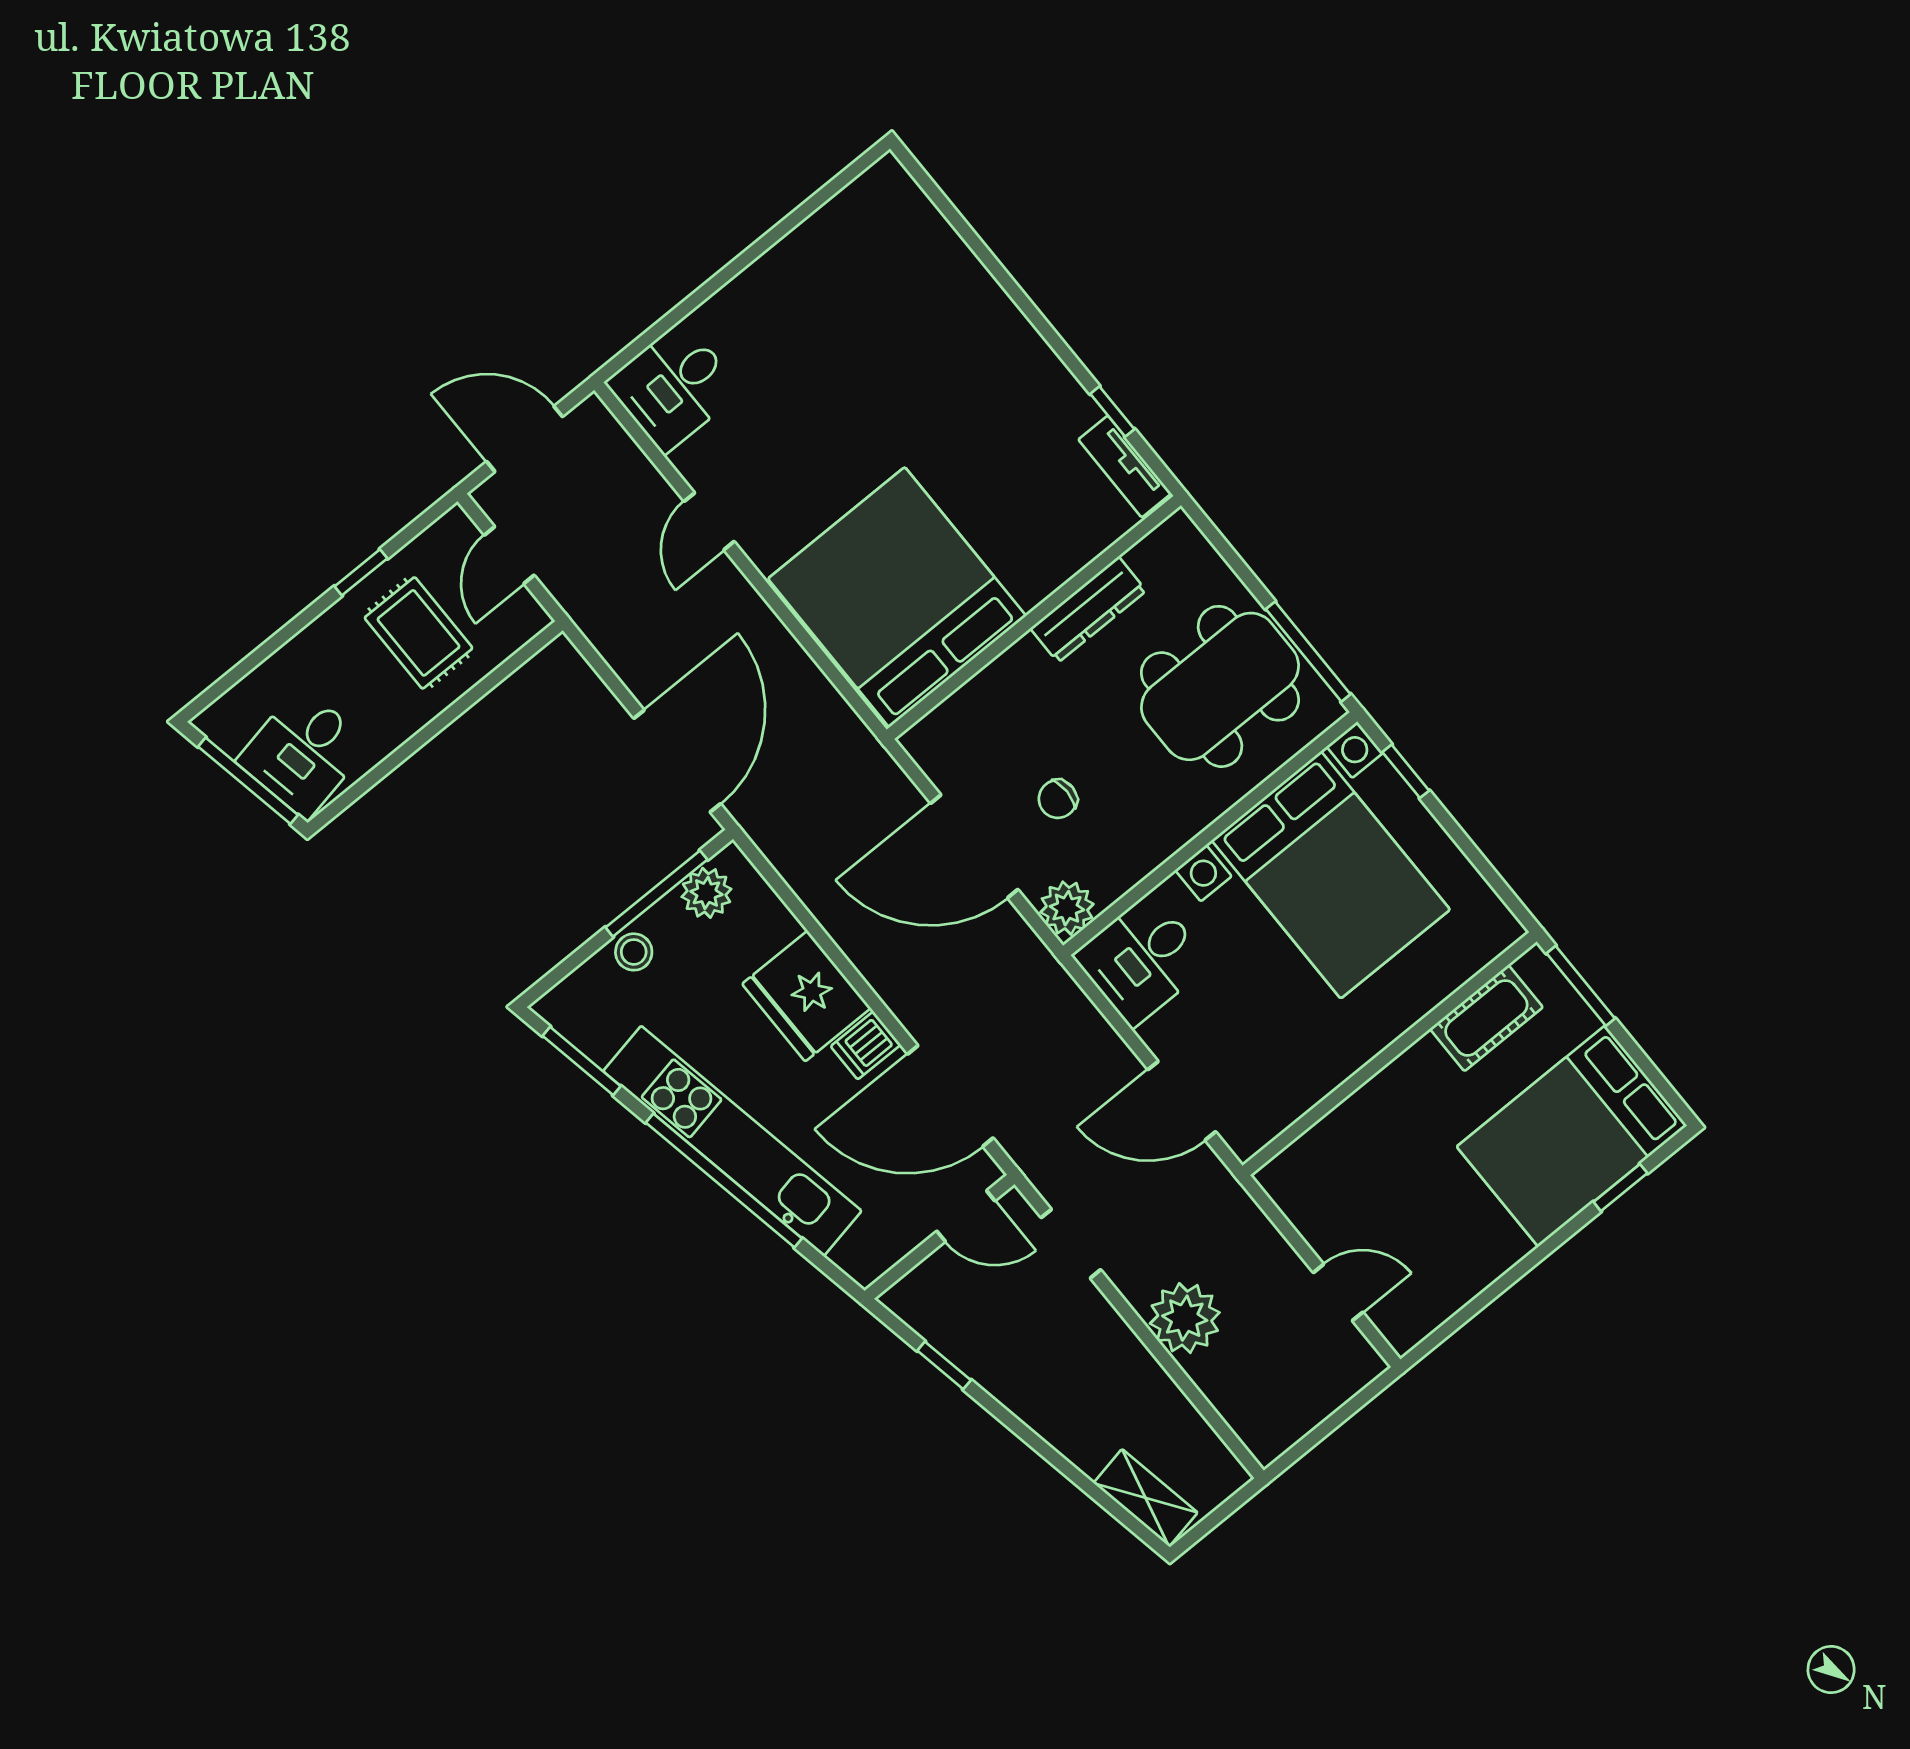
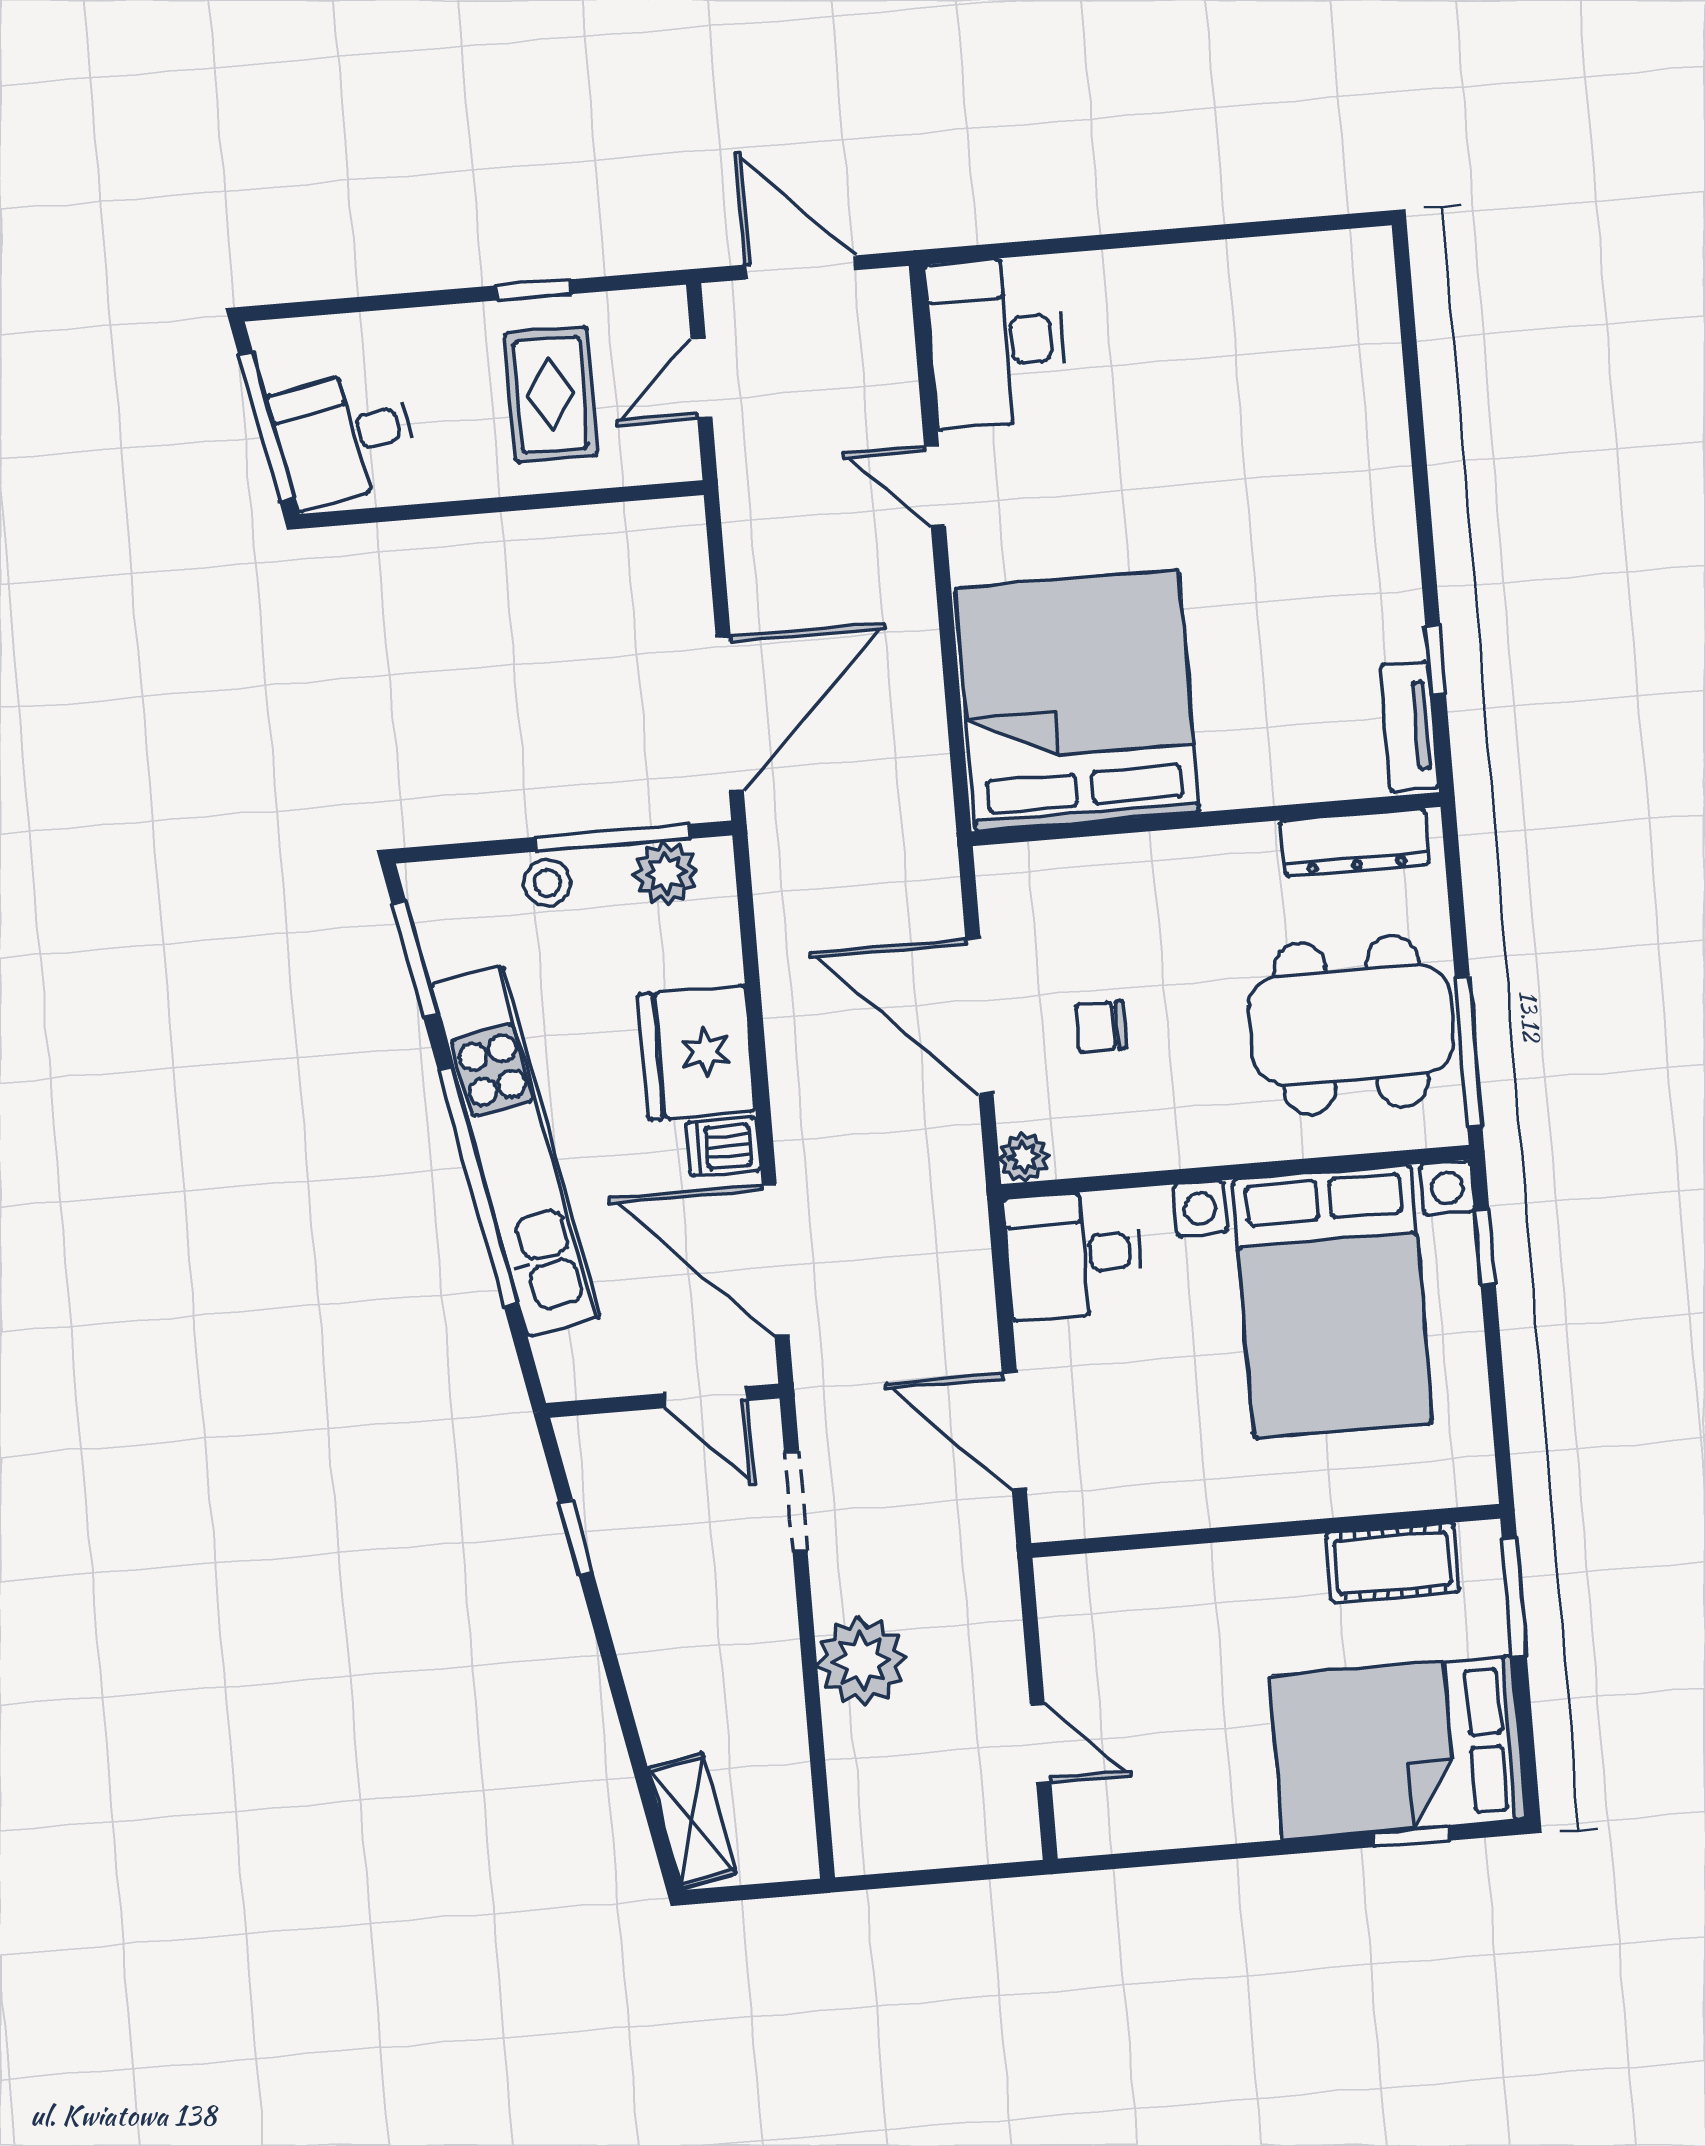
desk: (674, 387) -> (996, 342), width x1.37
door: (709, 521) -> (935, 486), hinge flipped
dresser: (1088, 609) -> (1355, 843), moved
plant: (1067, 908) -> (1024, 1157), width x0.73, depth x0.73

